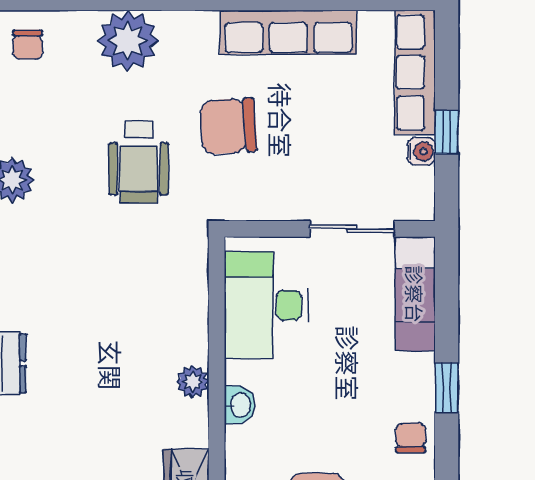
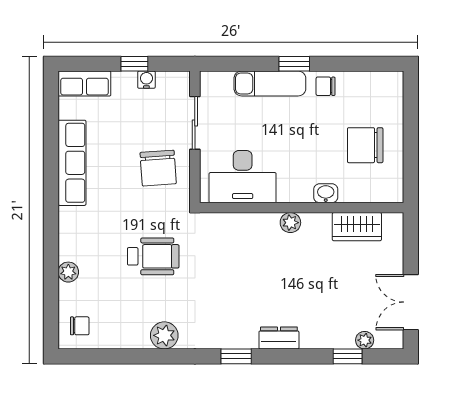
plant: (128, 41) -> (68, 272), width x0.53, depth x0.53
row of seats: (415, 72) -> (84, 84), width x0.68
chair: (228, 126) -> (158, 168), moved
exam couch: (415, 294) -> (270, 83), moved
washbasin: (240, 405) -> (326, 193), moved

